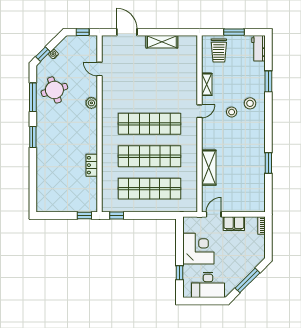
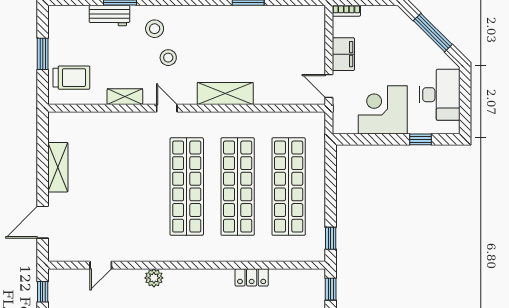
workbench: (258, 48) -> (109, 16), moved
shelving: (209, 168) -> (225, 93), moved

